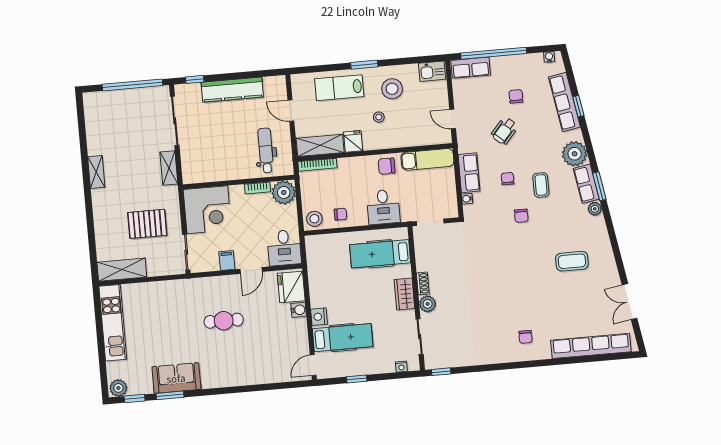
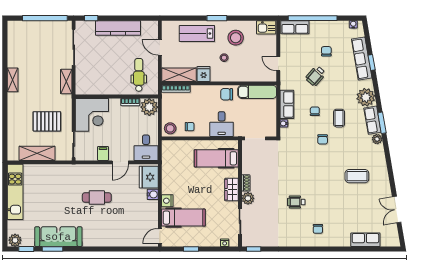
shelving: (122, 270) -> (37, 153), moved
wheelchair: (493, 303) -> (296, 202), added
row of seats: (591, 346) -> (365, 240), width x0.50
sofa: (176, 378) -> (58, 237), width x1.36

